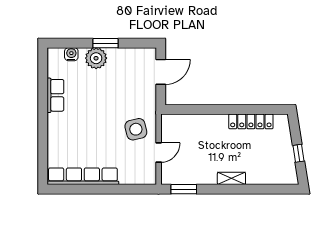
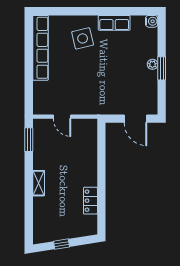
water cooler: (71, 54) -> (152, 21), moved
plant: (96, 58) -> (152, 64), width x0.53, depth x0.53
locker: (251, 121) -> (90, 201), width x0.66
side table: (136, 129) -> (83, 38), moved

